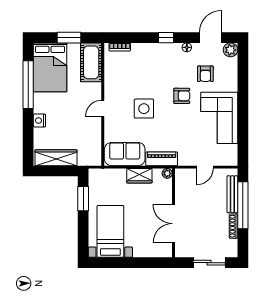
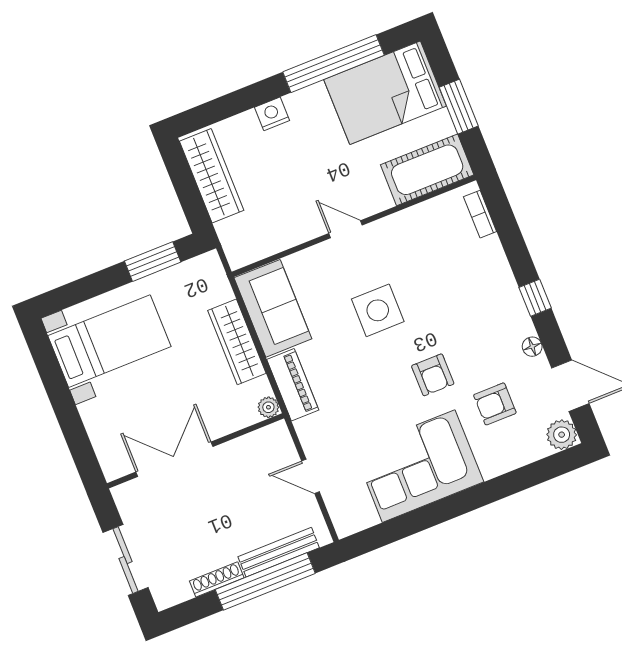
wardrobe: (139, 176) -> (237, 342), width x1.50

